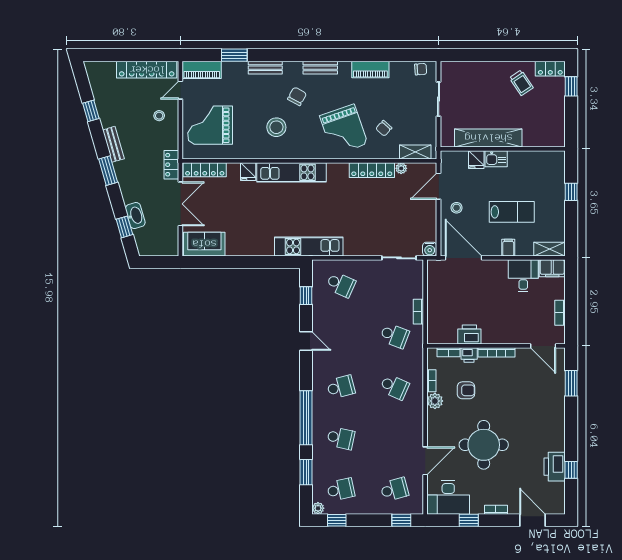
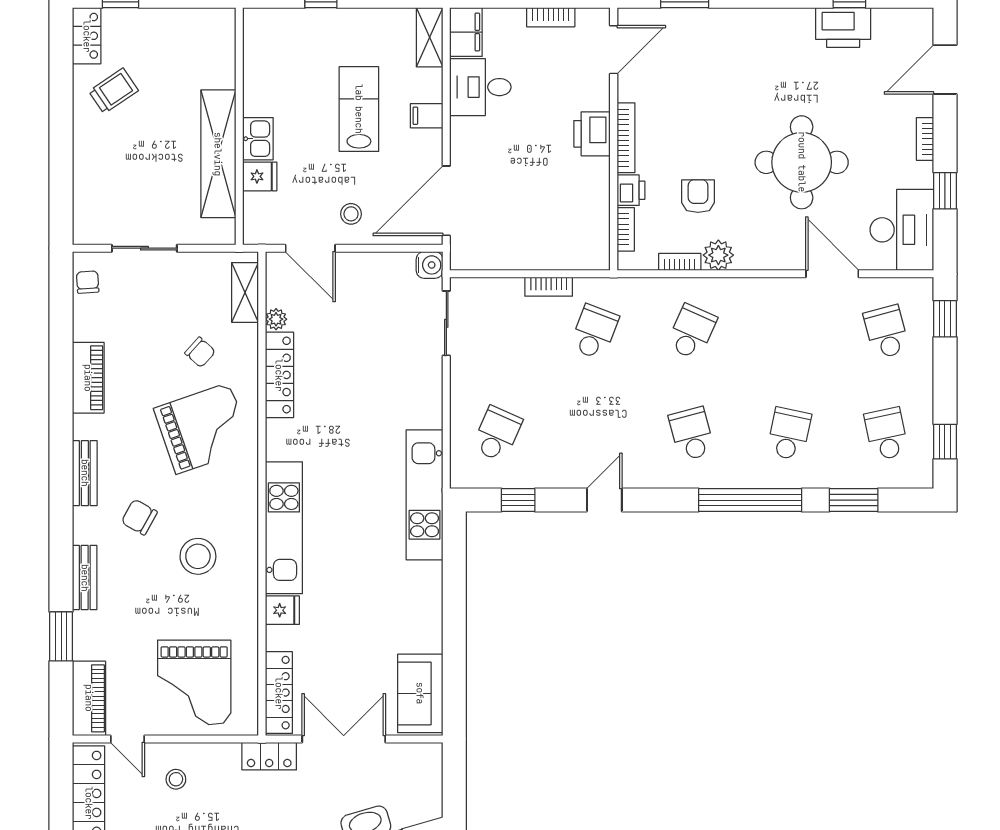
printer: (469, 335) -> (592, 134), moved
plant: (318, 508) -> (922, 477), removed

